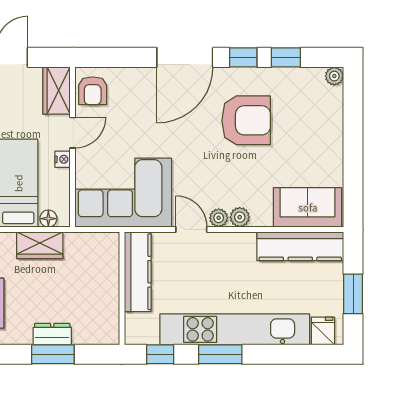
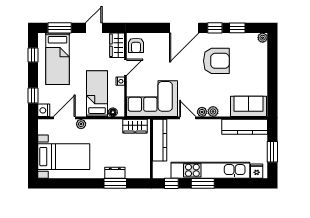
wardrobe: (40, 245) -> (135, 126), moved

